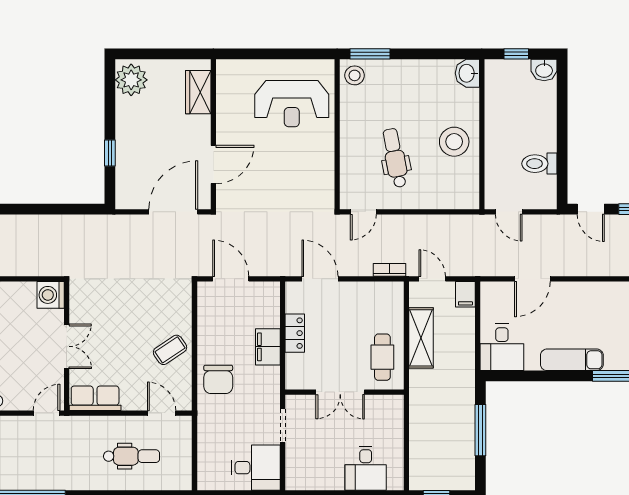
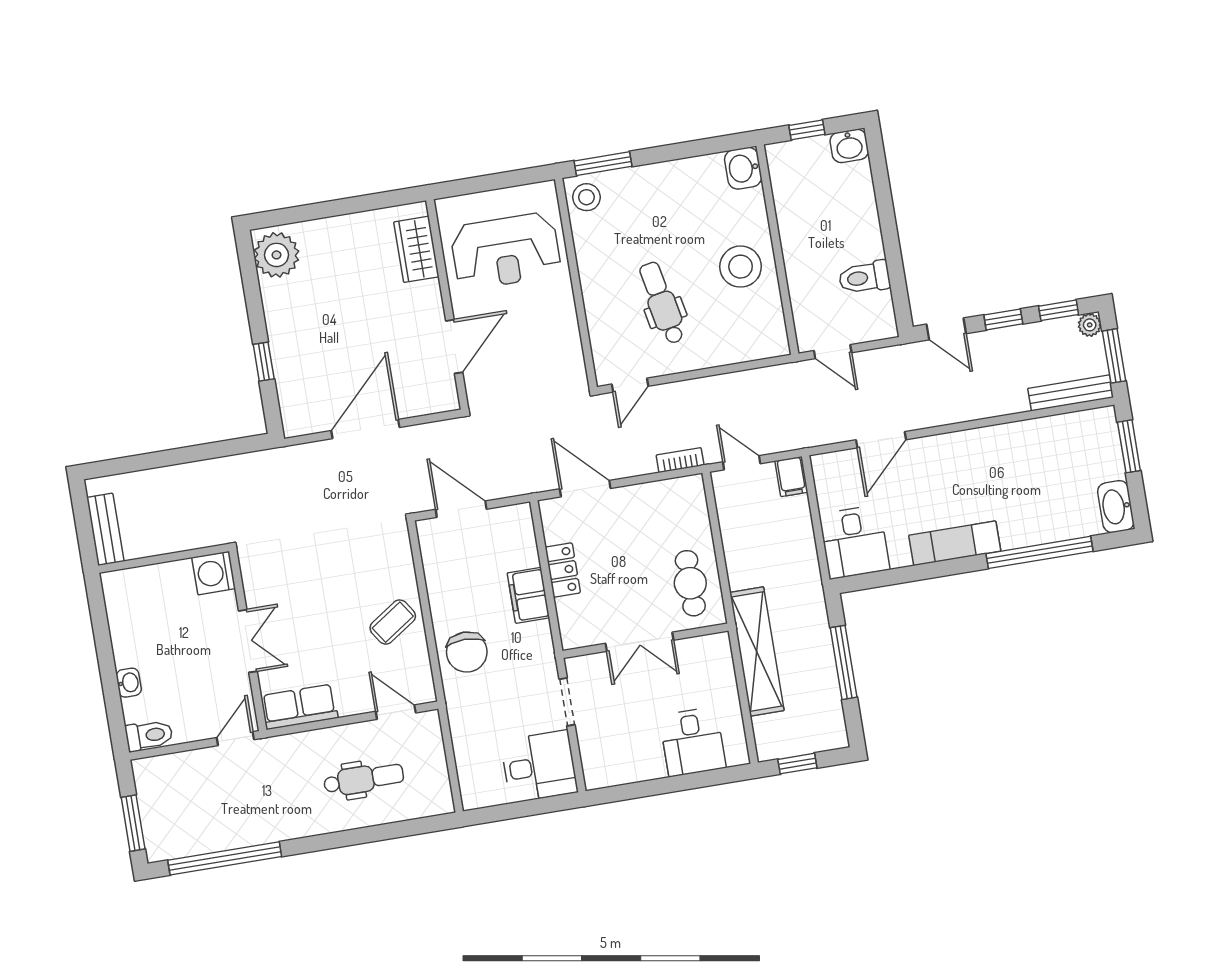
wardrobe: (198, 92) -> (416, 249), moved
wall: (213, 134) -> (447, 304), moved
door: (213, 164) -> (454, 347), moved
shelving: (421, 338) -> (757, 652), moved, width x1.47

